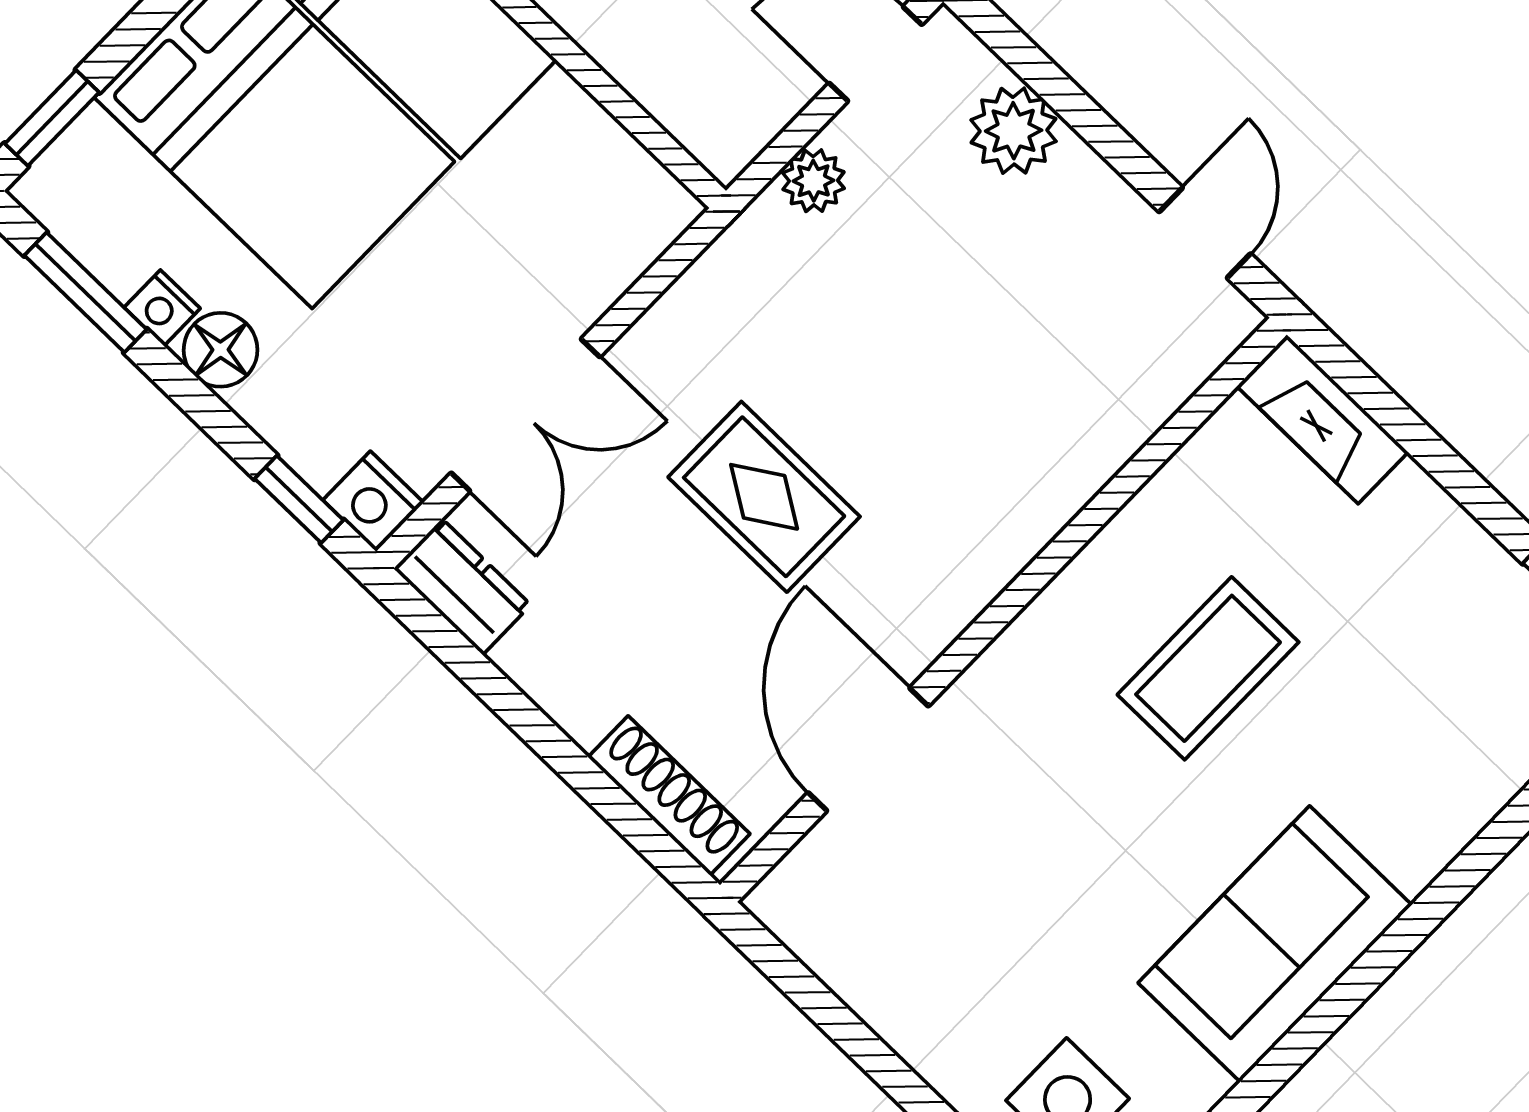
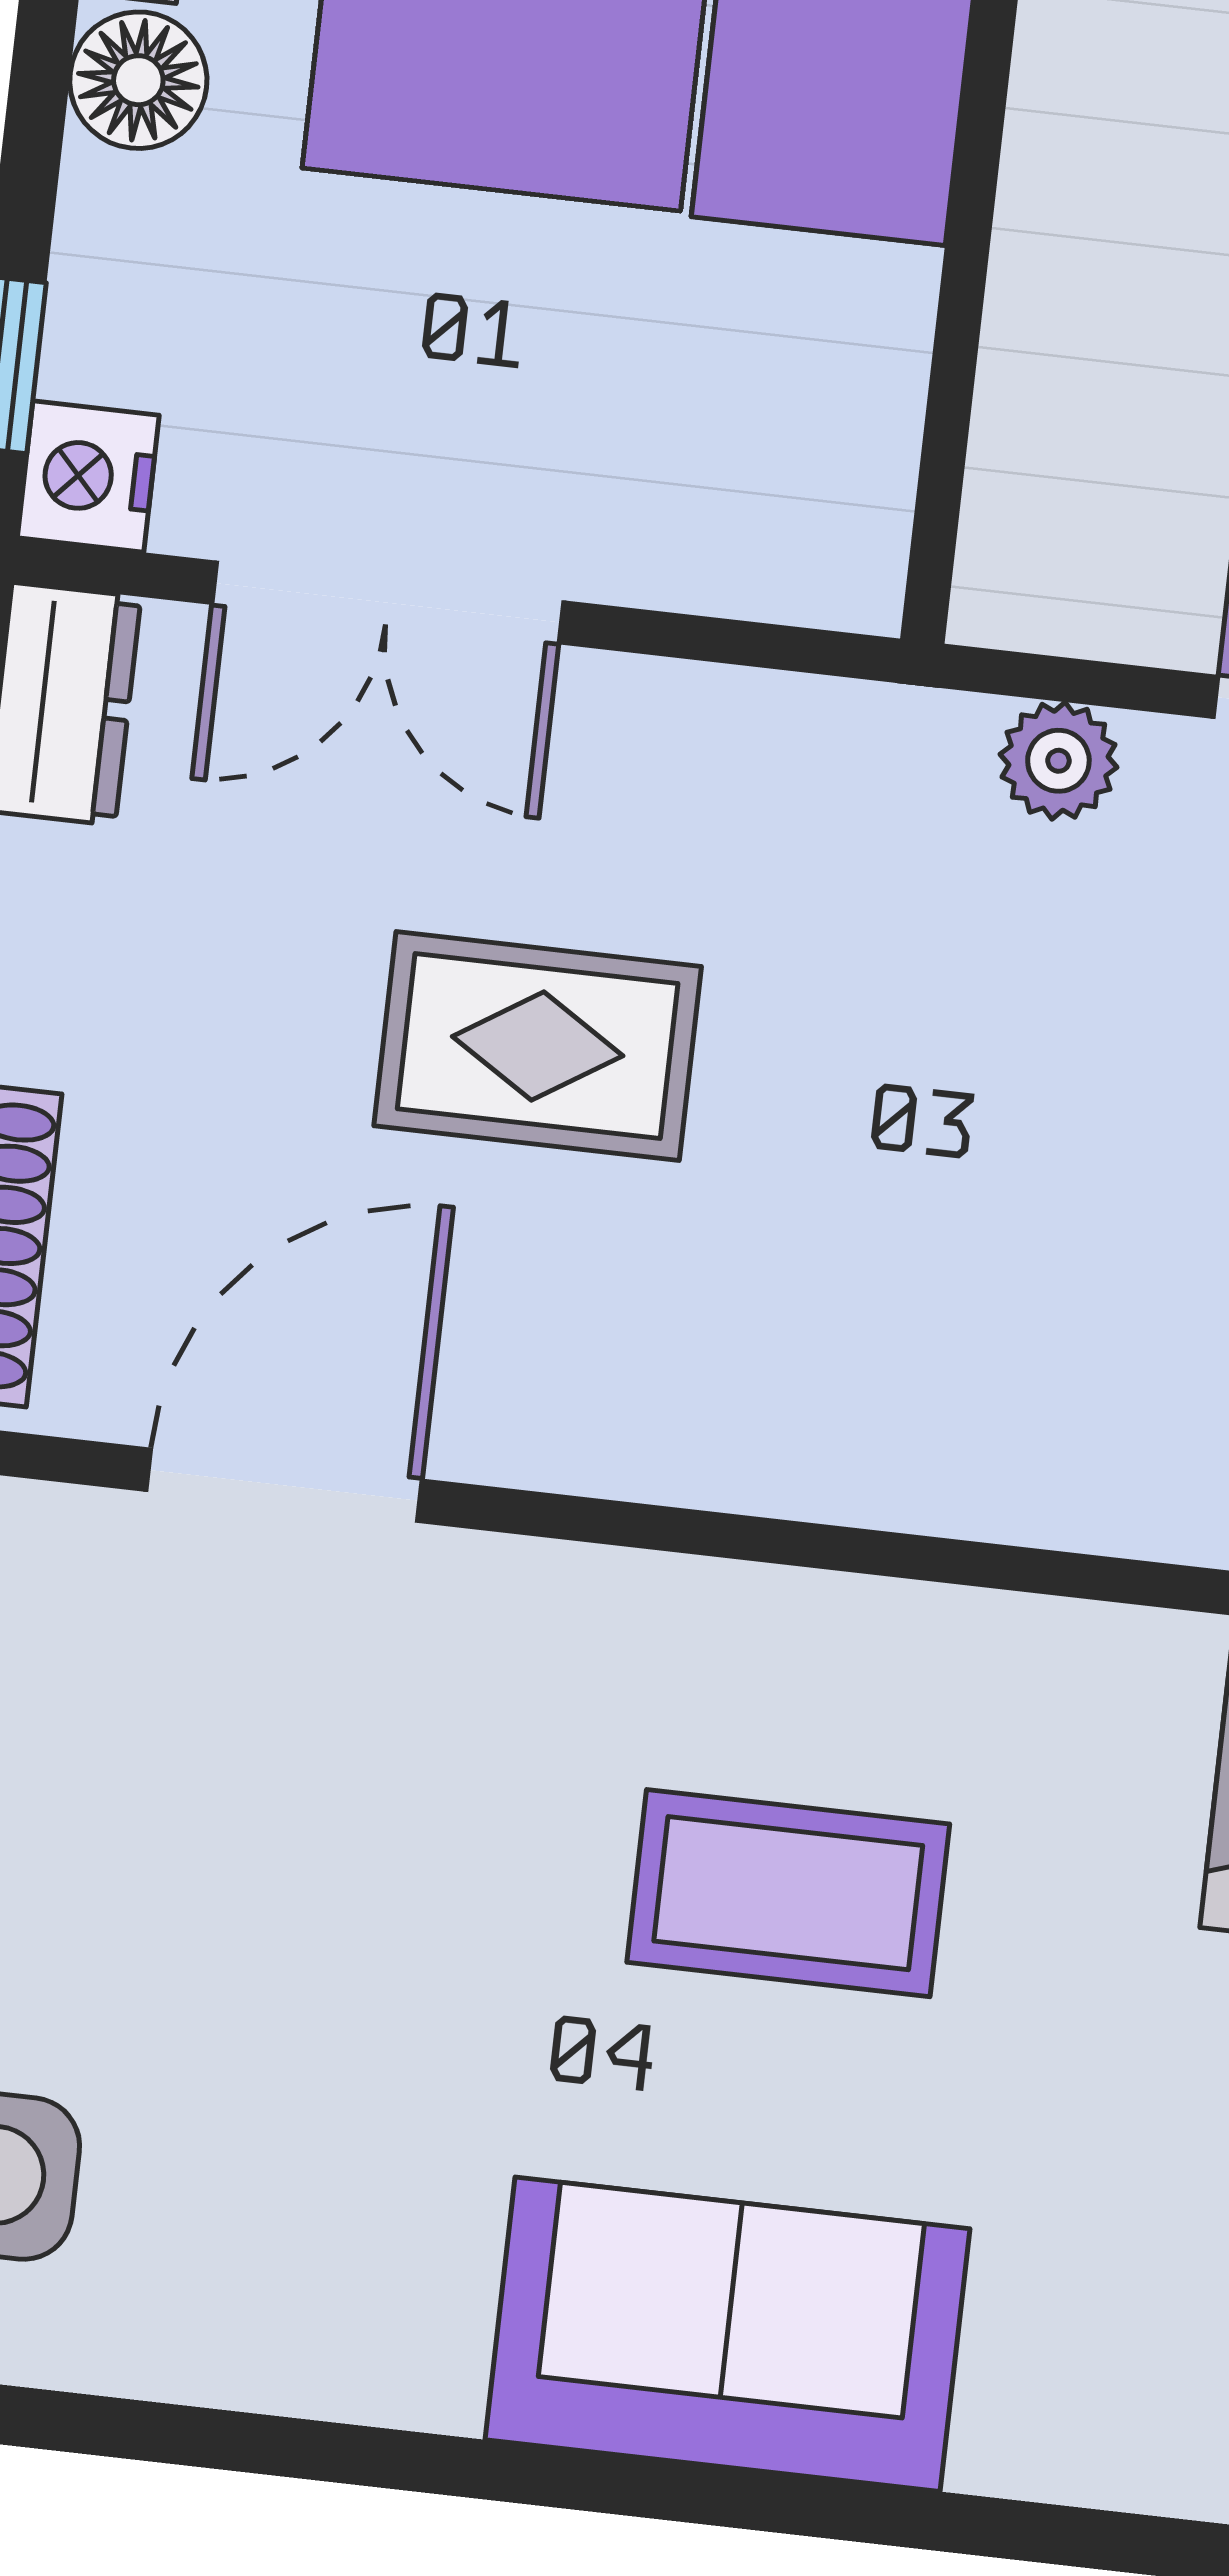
rug: (764, 497) -> (538, 1046), turned 90
sofa: (1275, 944) -> (727, 2334), moved

